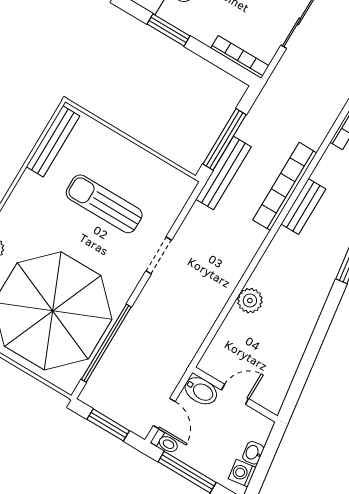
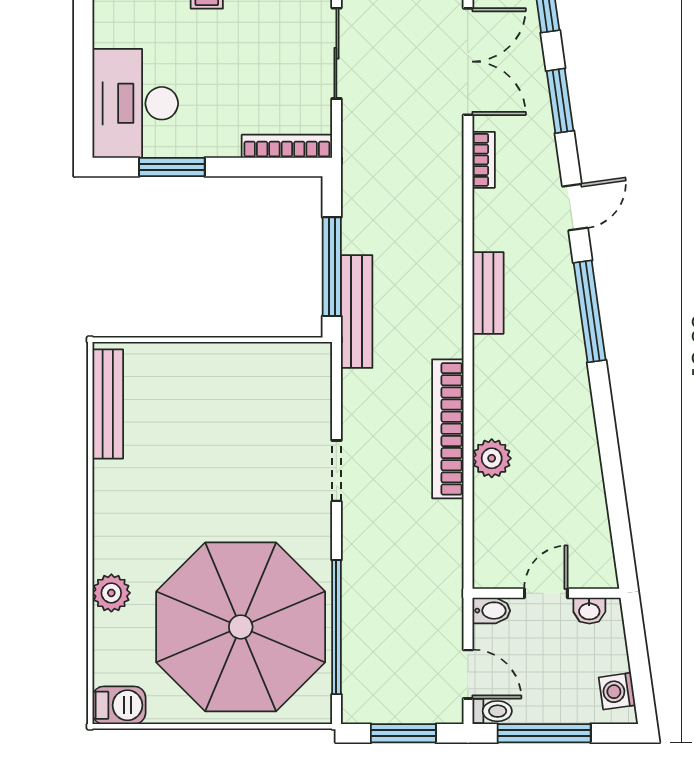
bookcase: (285, 186) -> (448, 429), moved
sun lounger: (104, 204) -> (224, 446), removed
bidet: (201, 391) -> (491, 611), width x0.72, depth x0.74
washbasin: (253, 453) -> (589, 611), moved, turned -82

